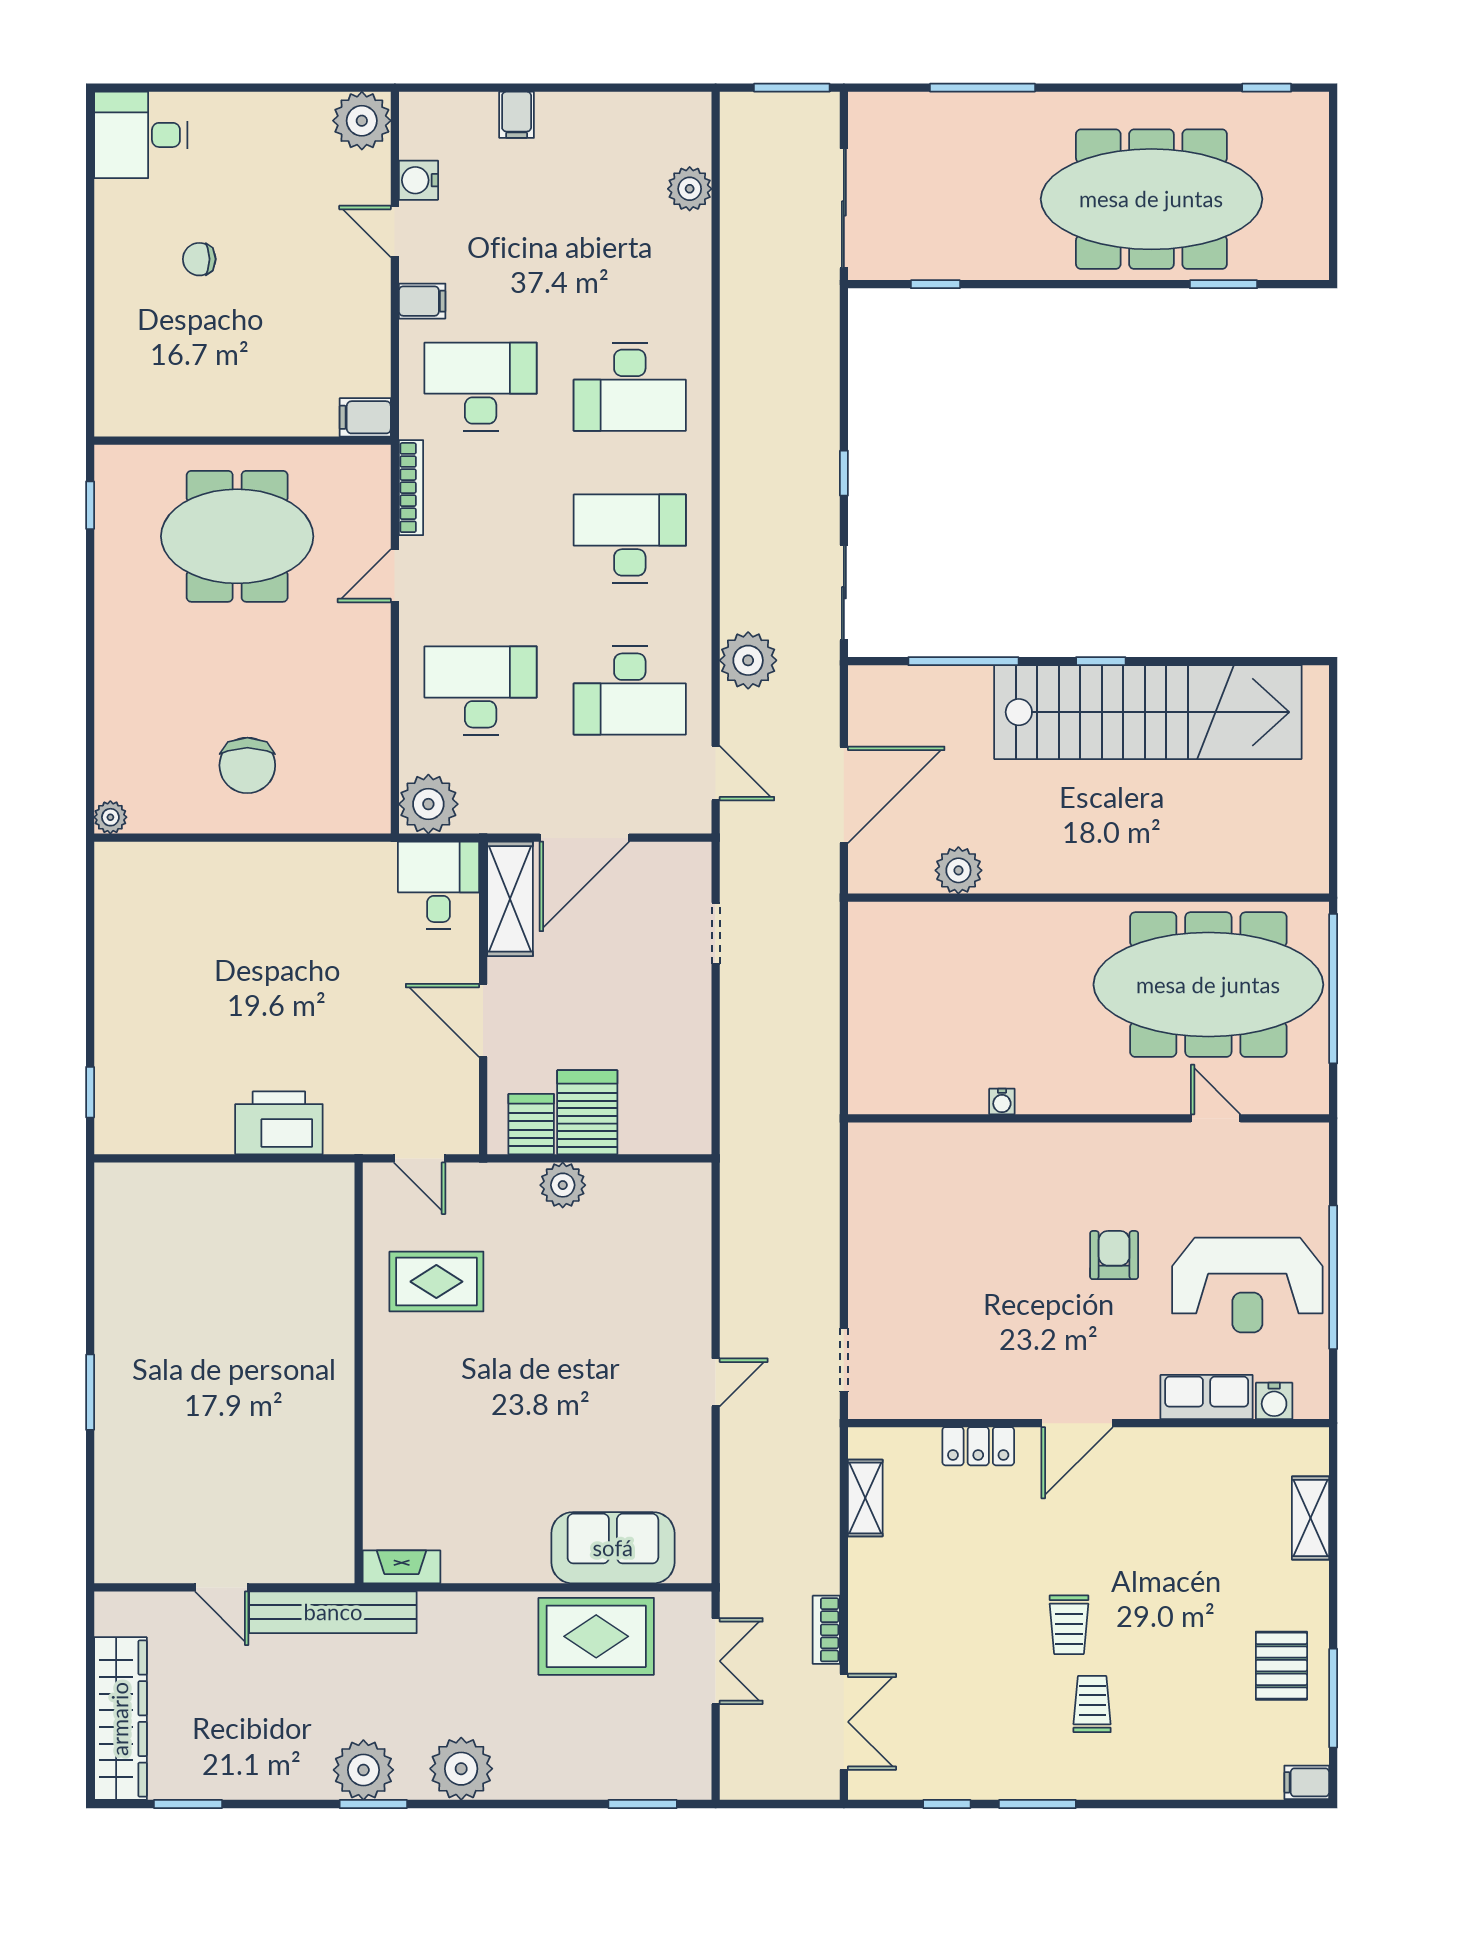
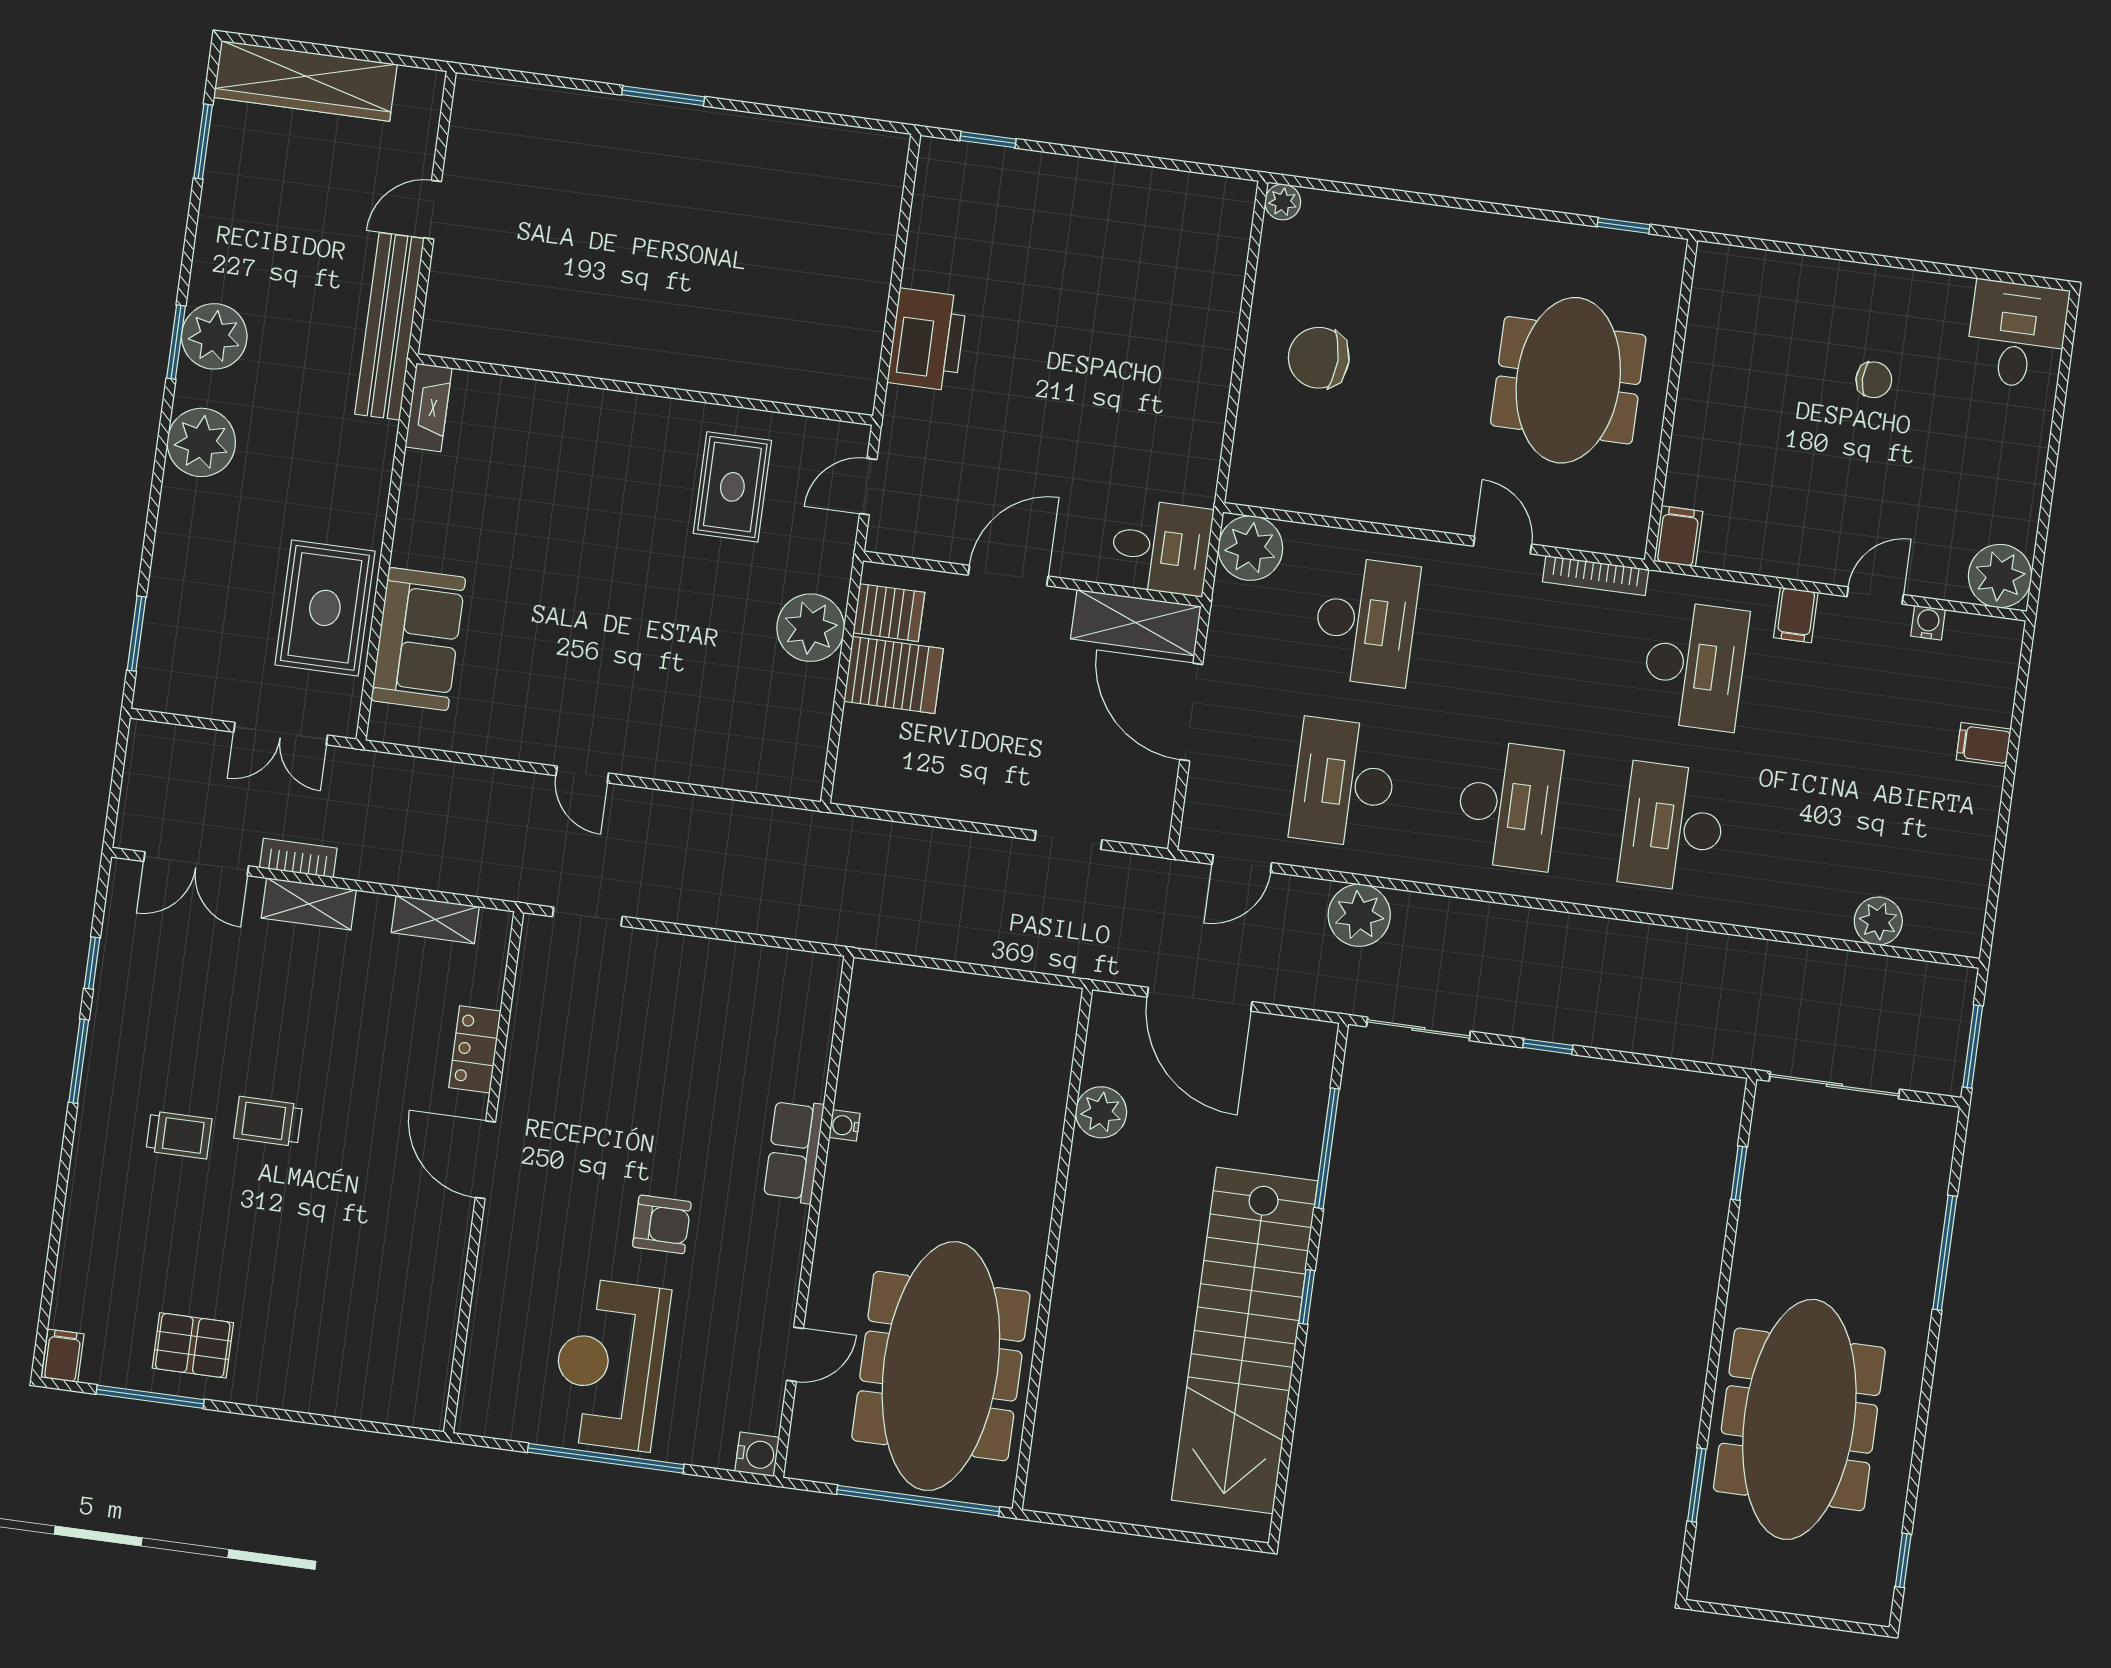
water cooler: (418, 180) -> (1928, 623), width x0.72, depth x0.72
chair: (199, 259) -> (1874, 380), turned 90
plant: (563, 1185) -> (811, 628), width x1.36, depth x1.36
row of seats: (1207, 1397) -> (794, 1151), moved, turned 180
water cooler: (1274, 1401) -> (757, 1454), moved, turned 180
shelving: (1310, 1518) -> (309, 904), moved

